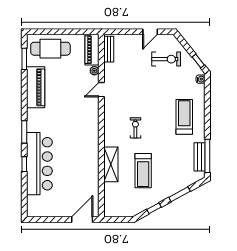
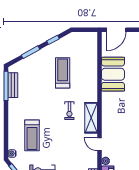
door: (101, 90) -> (99, 144), swing flipped
treadmill: (184, 117) -> (32, 135), moved
shelving: (111, 164) -> (91, 118), moved
booth: (86, 169) -> (113, 74), added

